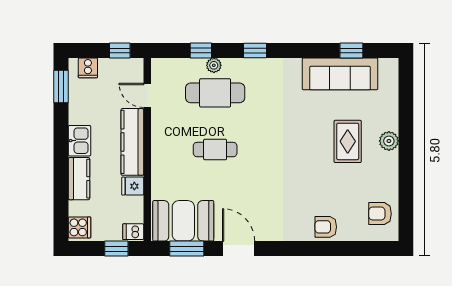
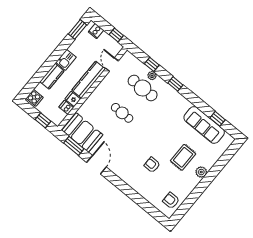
armchair: (326, 227) -> (152, 165), moved
dishwasher: (133, 232) -> (66, 107), moved

